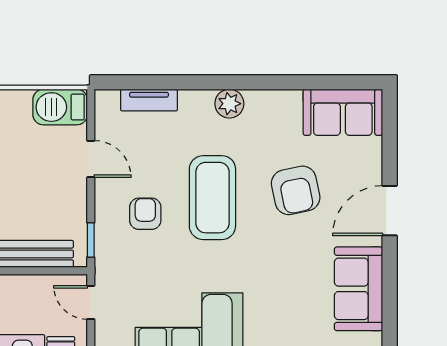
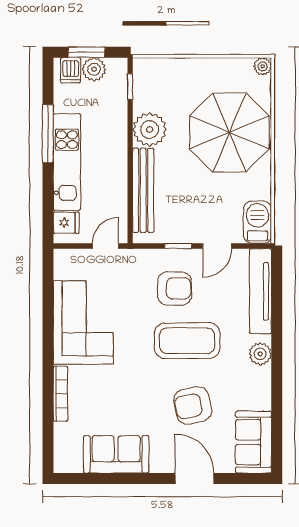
tv unit: (149, 100) -> (261, 291), width x1.92, depth x1.29
door: (390, 211) -> (194, 478), moved
armchair: (145, 214) -> (174, 288), width x1.38, depth x1.38
window: (91, 240) -> (178, 246), moved

